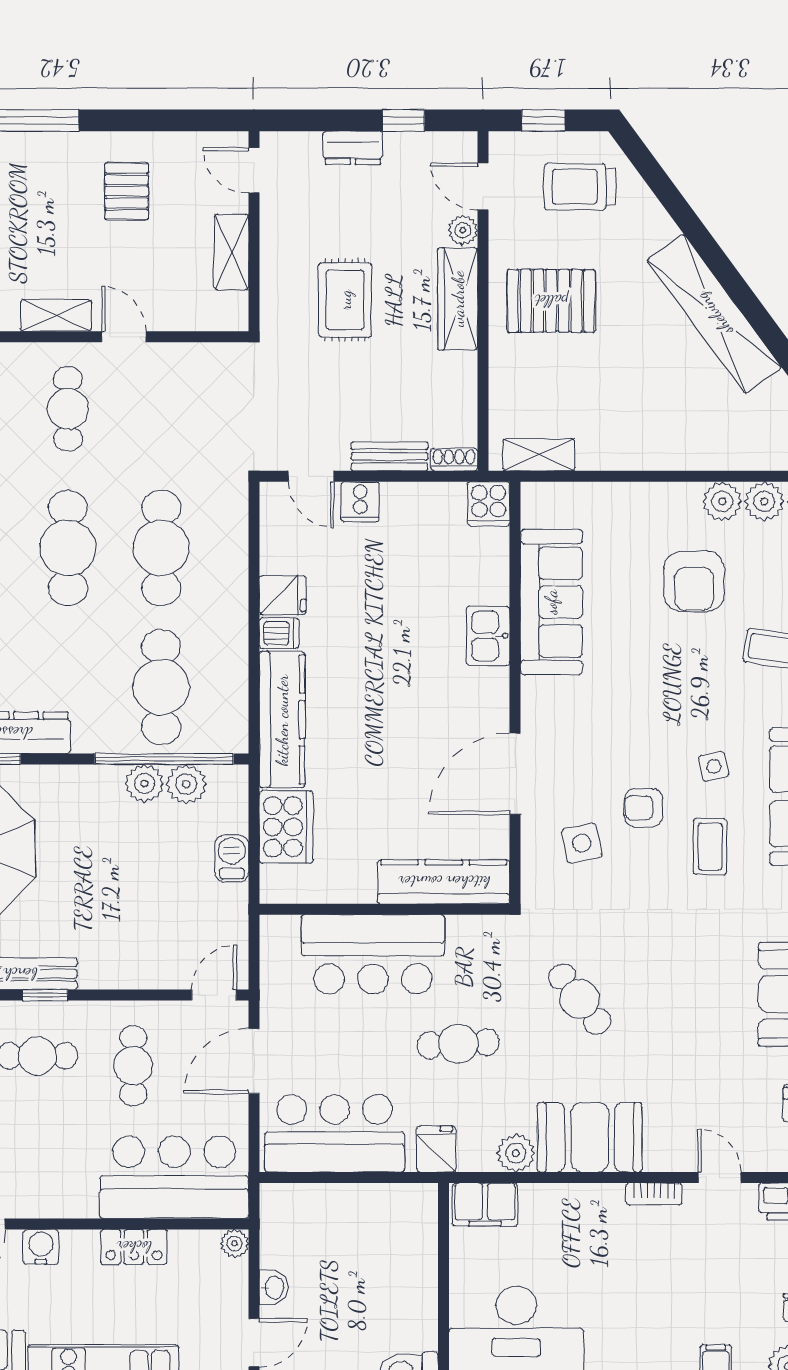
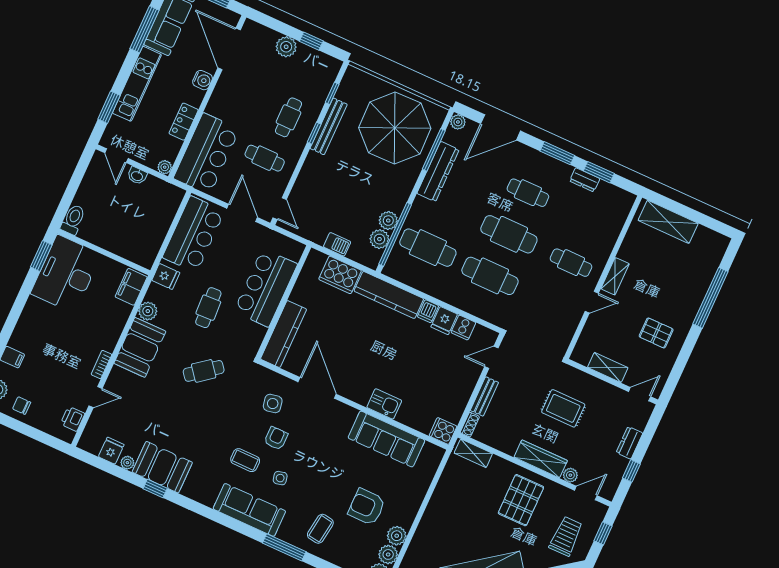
shelving: (539, 455) -> (473, 453), moved, turned 90
cooker: (360, 502) -> (463, 328), moved, turned -90

